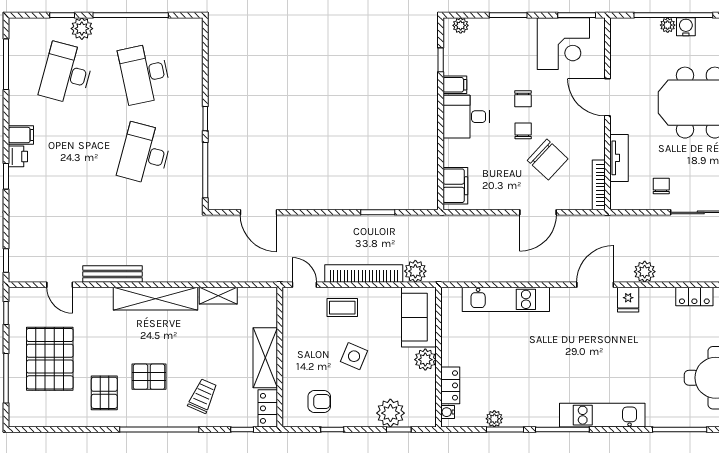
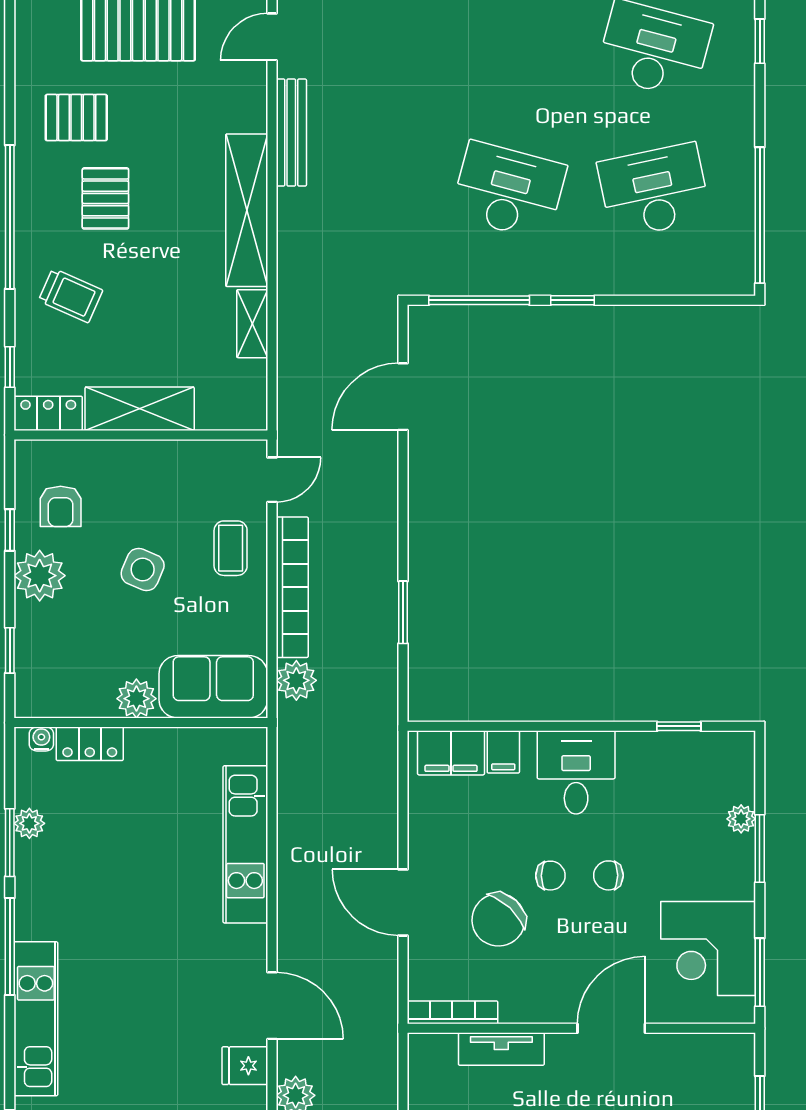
window: (131, 15) -> (760, 215), moved
plant: (461, 25) -> (741, 819), moved
plant: (82, 29) -> (735, 77), removed
filing cabinet: (455, 85) -> (503, 752), moved
plant: (390, 413) -> (40, 576), moved

